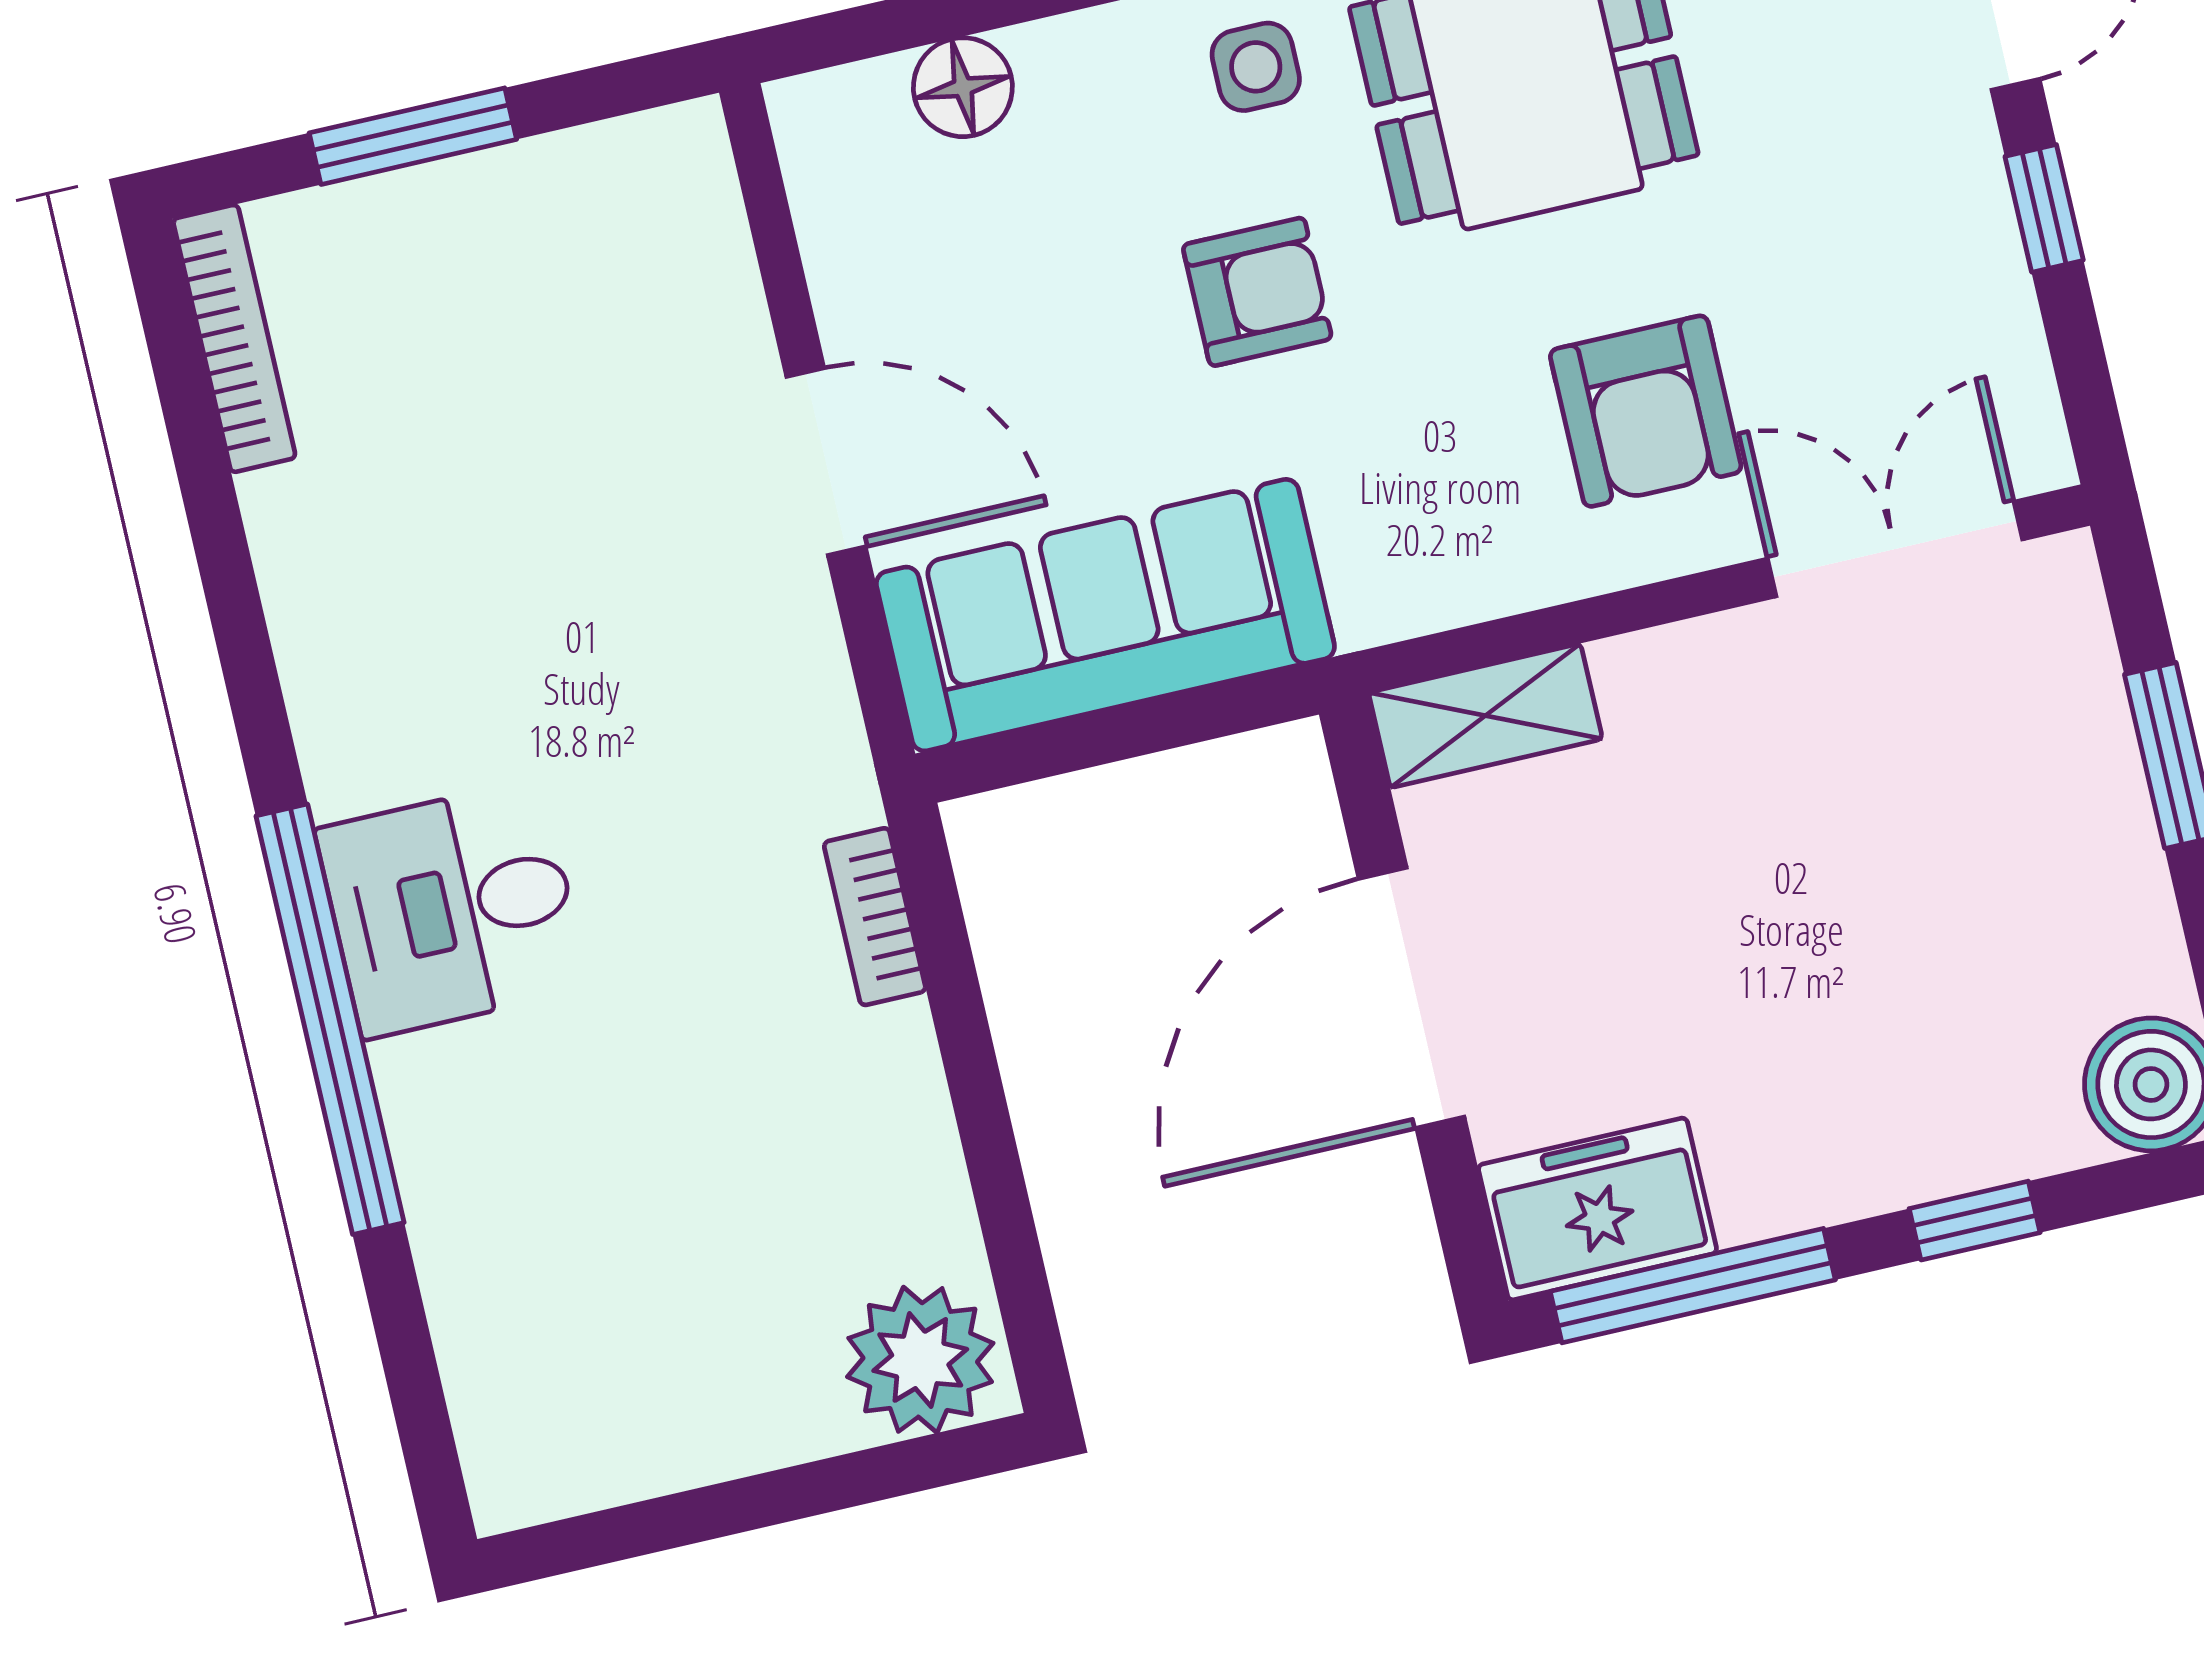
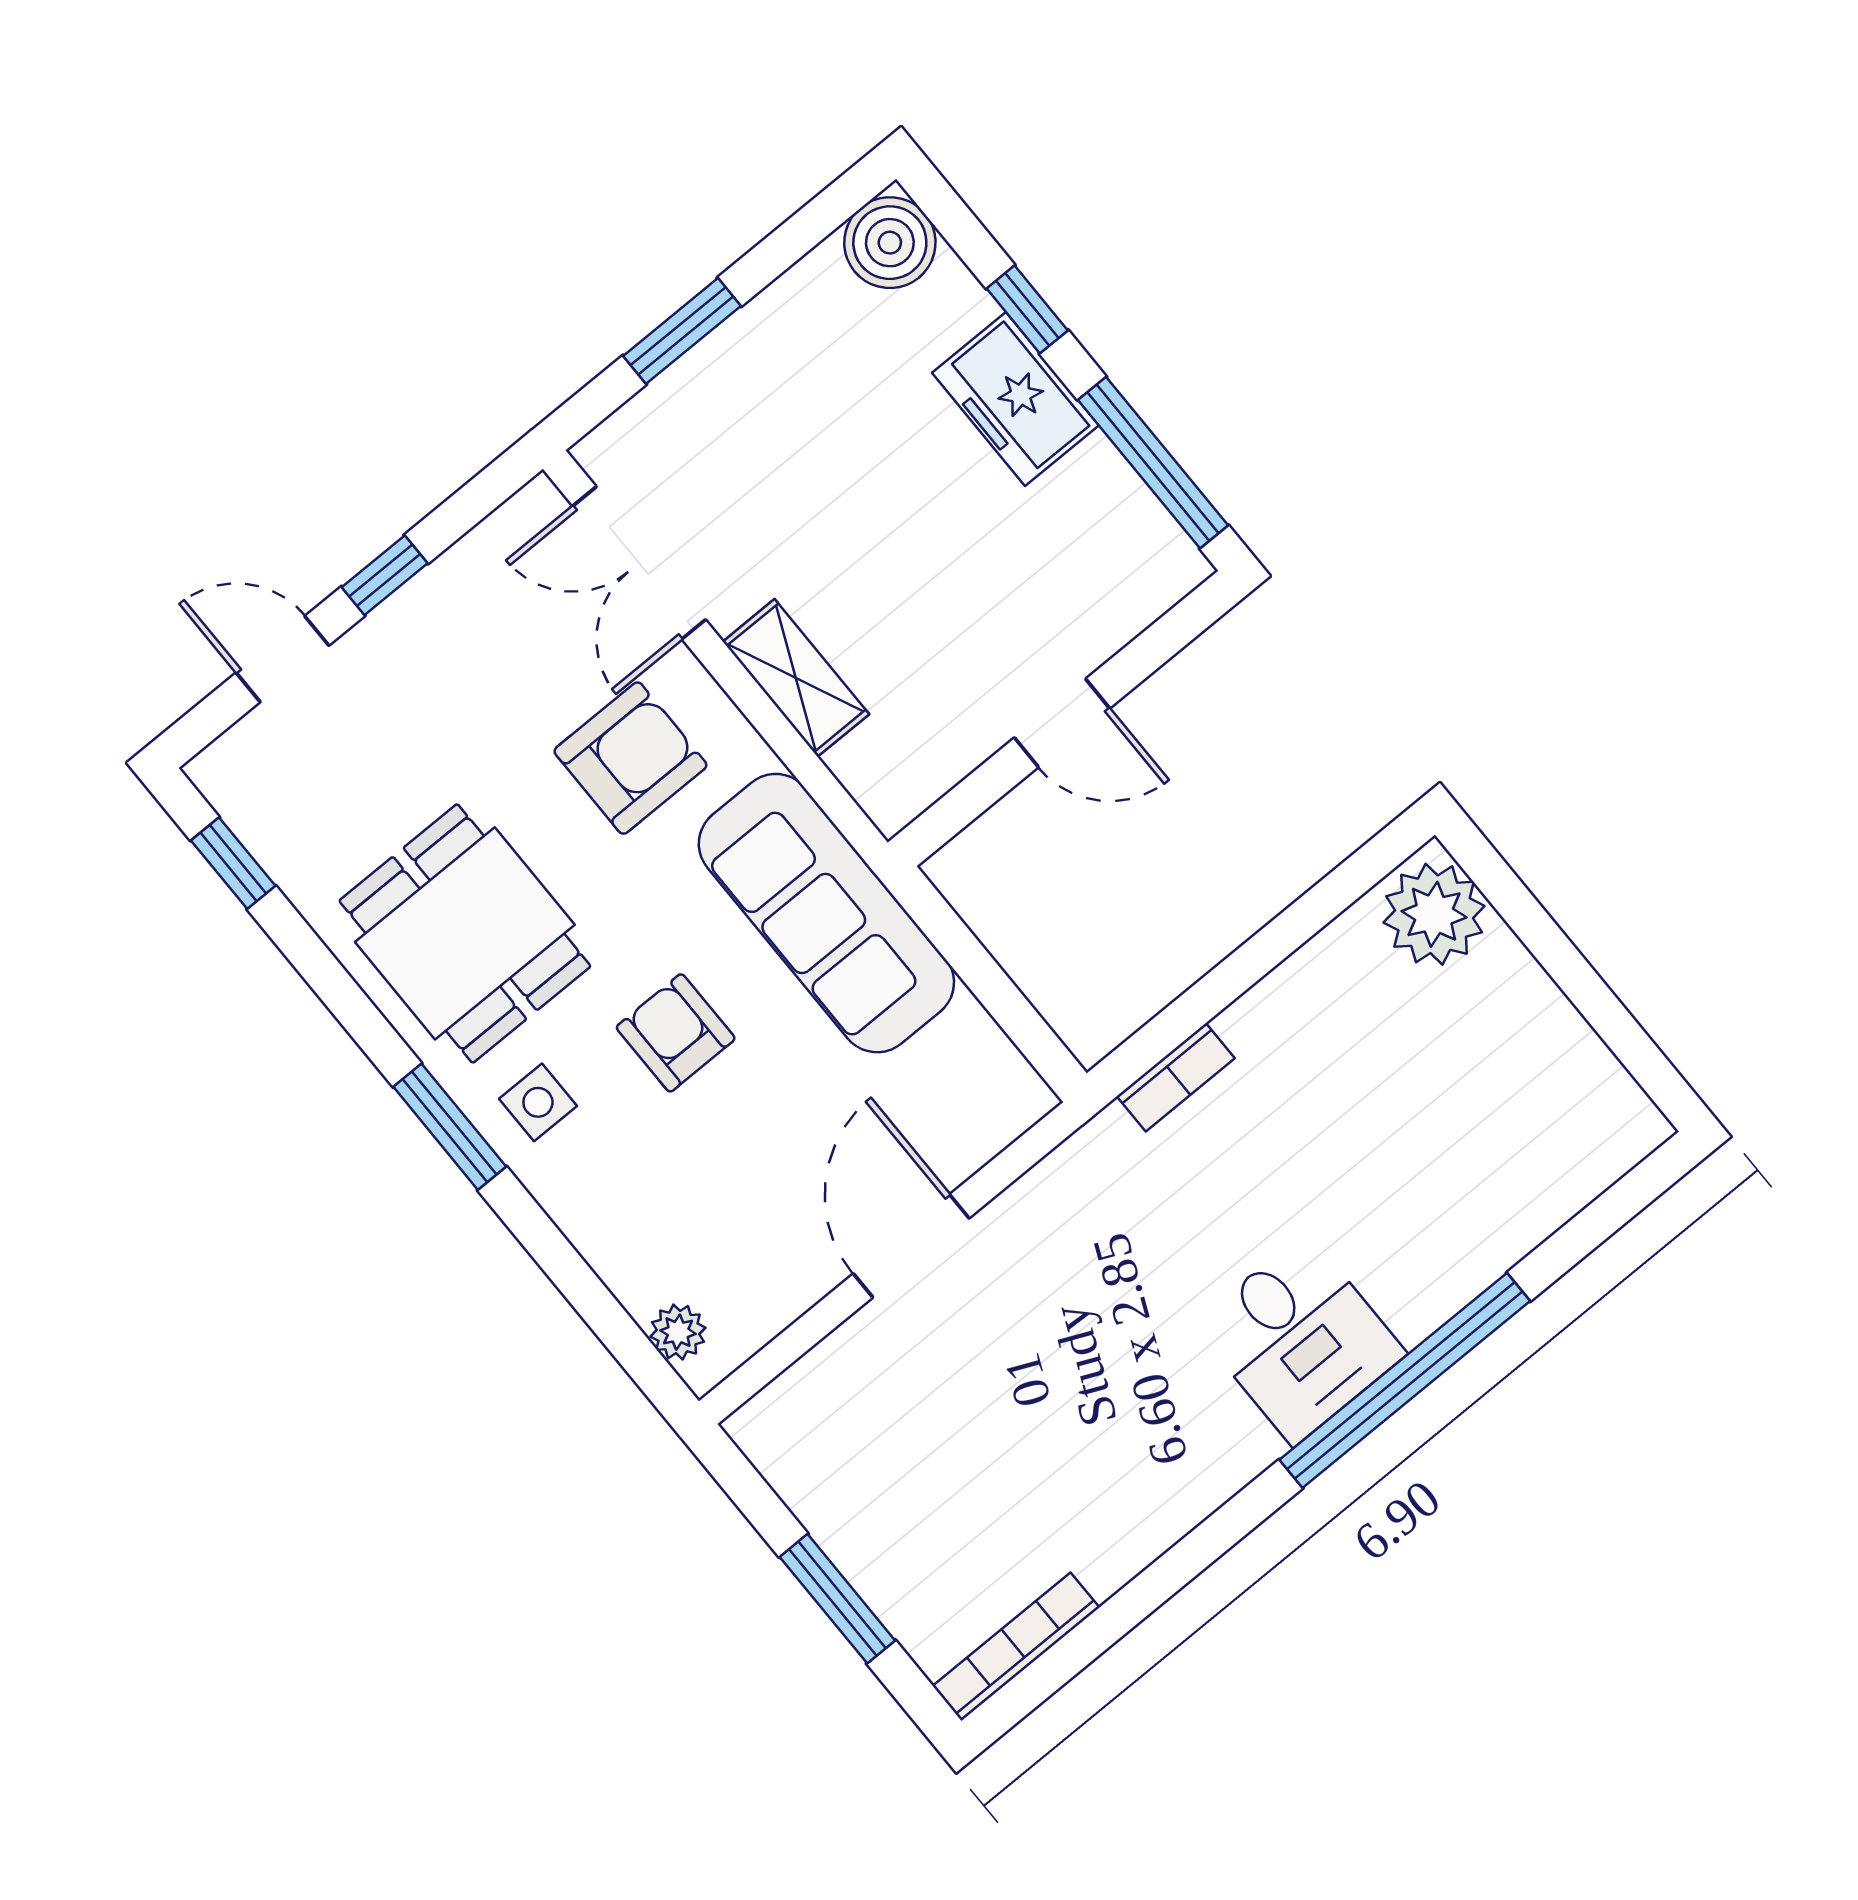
floor lamp: (963, 87) -> (640, 1276), removed
plant: (865, 101) -> (678, 1332), added
sofa: (1105, 615) -> (826, 913), moved
shelving: (1485, 716) -> (796, 678), moved
door: (1412, 998) -> (1062, 723), width x0.53
freezer: (1597, 1209) -> (1015, 399), moved

